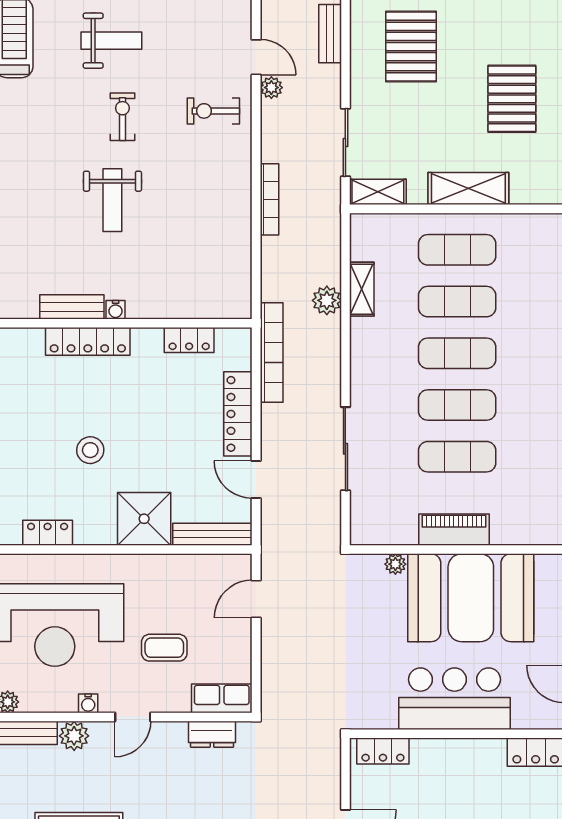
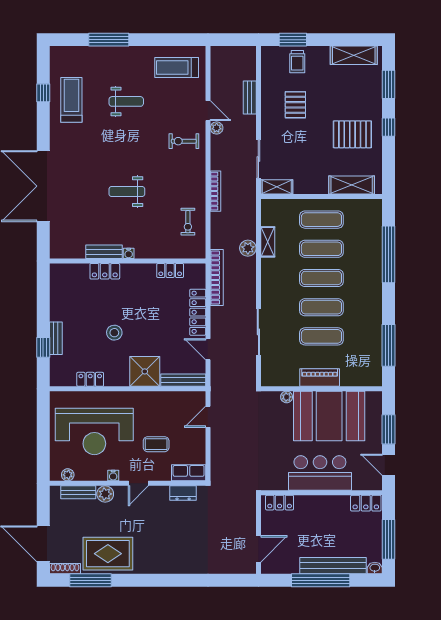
pallet: (411, 47) -> (295, 105), width x0.67, depth x0.71
pallet: (512, 99) -> (352, 134), turned 90
exercise bike: (122, 117) -> (188, 222), moved, turned 180
shelving: (468, 189) -> (352, 185), moved
weight bench: (112, 200) -> (127, 192), turned 90
locker: (88, 341) -> (105, 271), width x0.66

